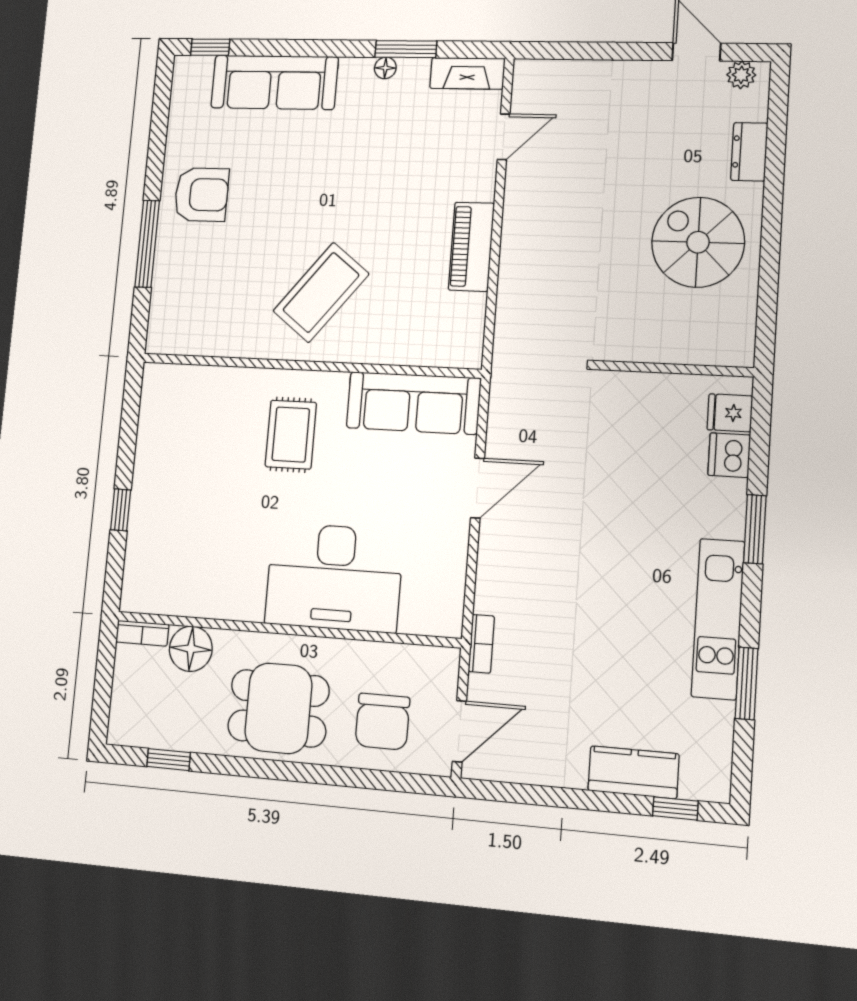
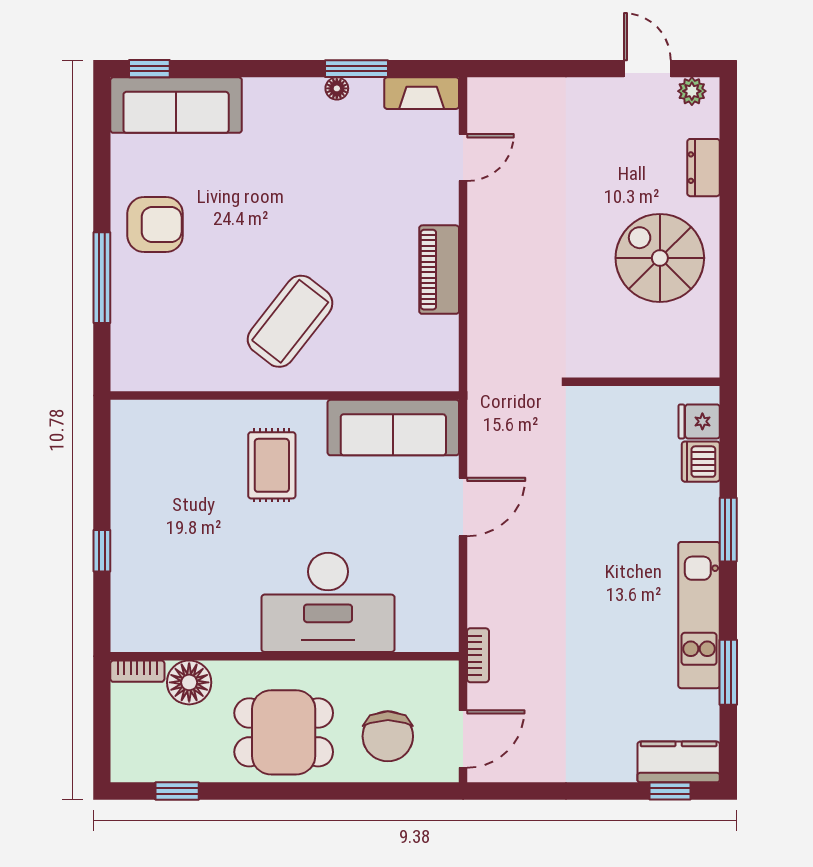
sofa: (274, 82) -> (176, 105), moved
kitchen counter: (633, 772) -> (679, 762), moved

